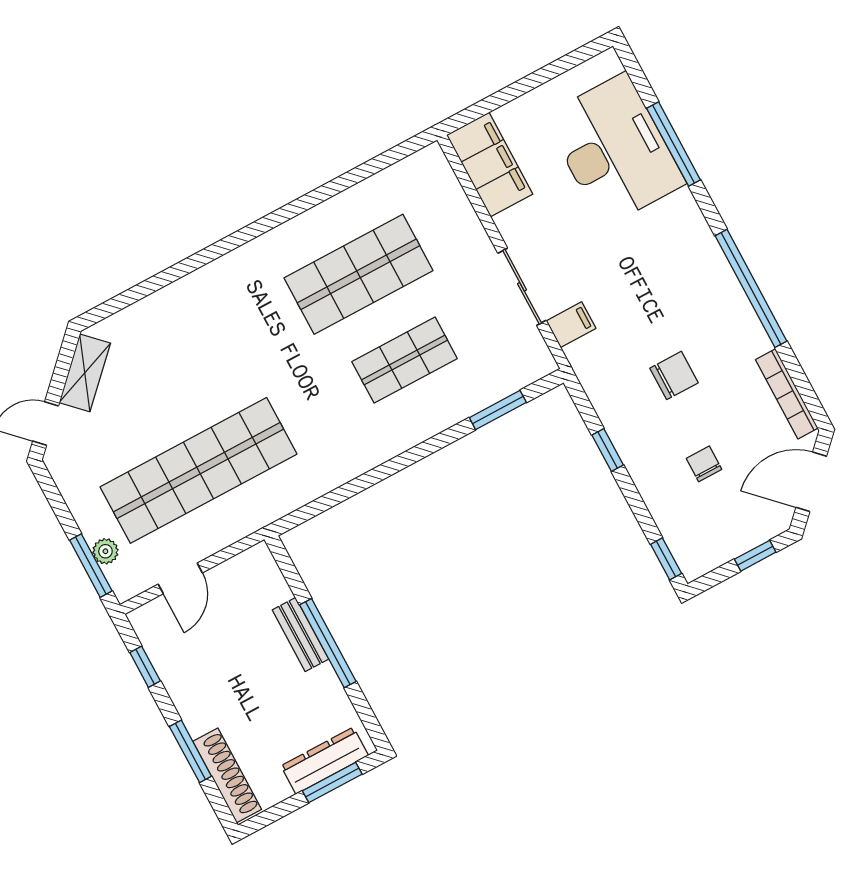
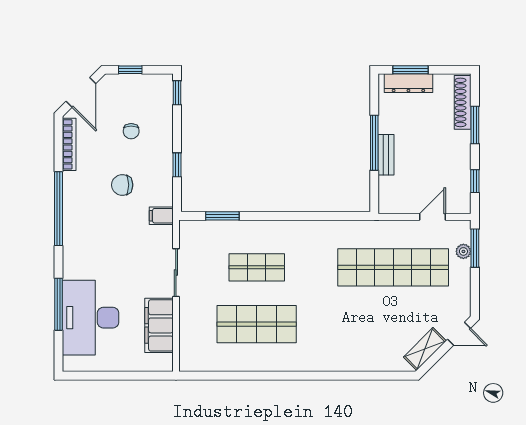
filing cabinet: (490, 164) -> (159, 325), moved
filing cabinet: (571, 325) -> (161, 216), moved
door: (811, 482) -> (81, 92), hinge flipped

